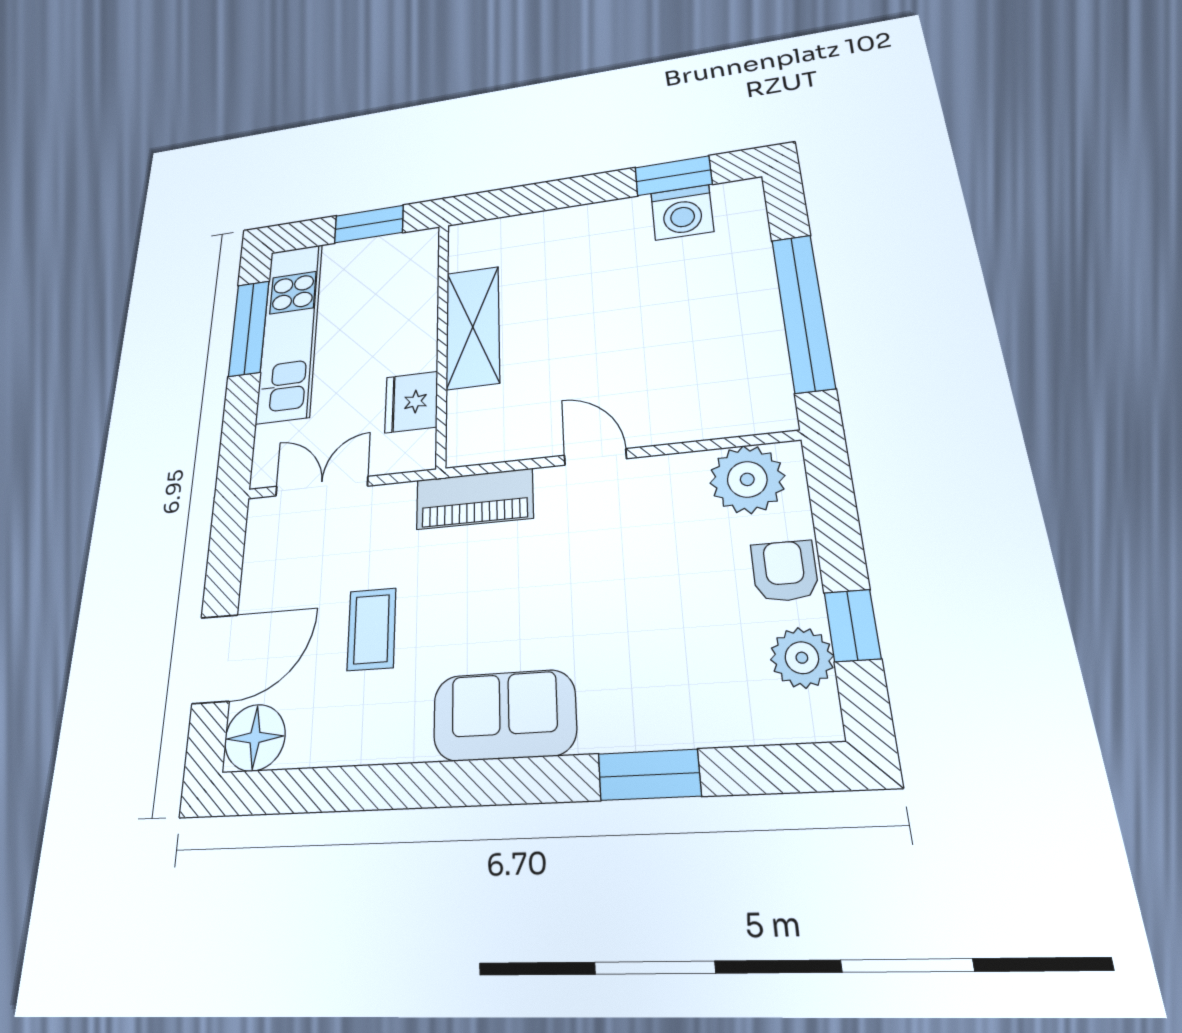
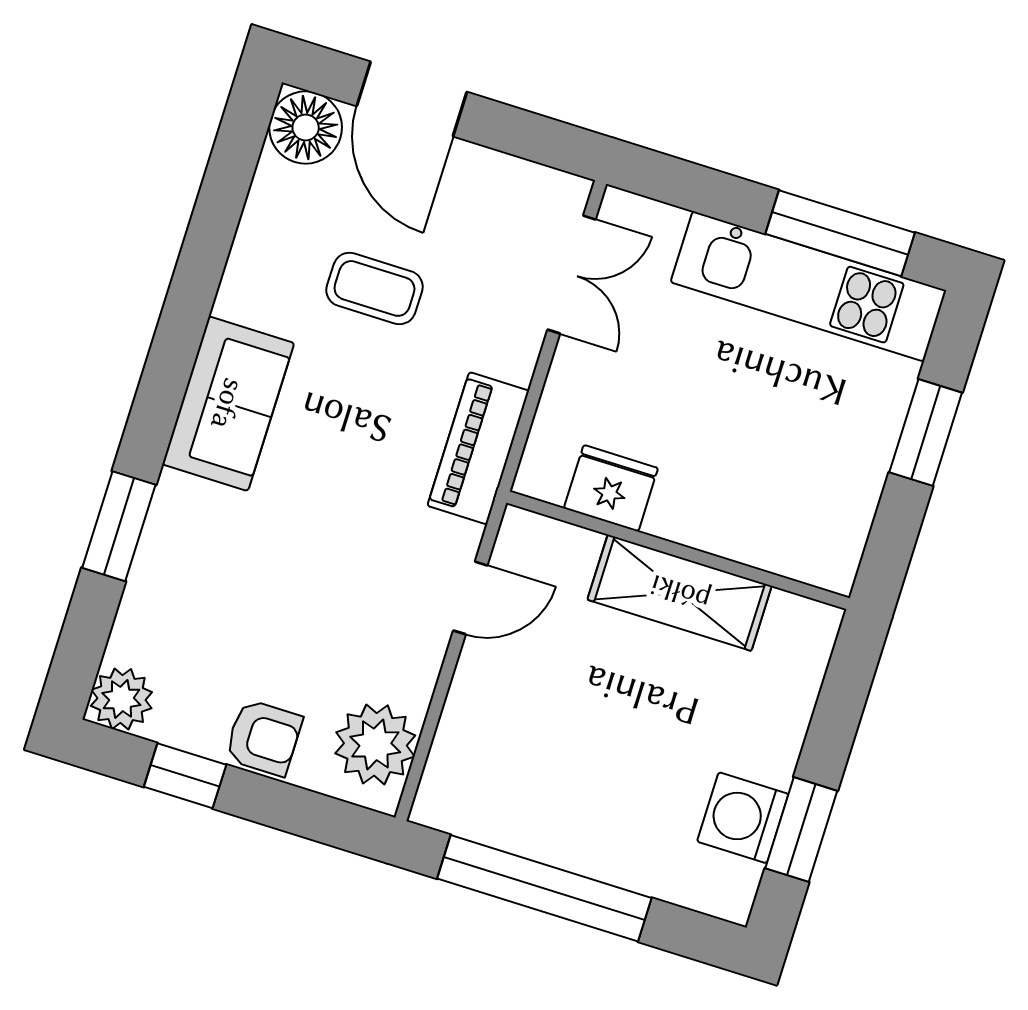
shelving: (473, 327) -> (680, 593), moved
wall: (442, 341) -> (678, 550), moved
fridge: (411, 402) -> (611, 488), moved
plant: (802, 658) -> (121, 699), moved

